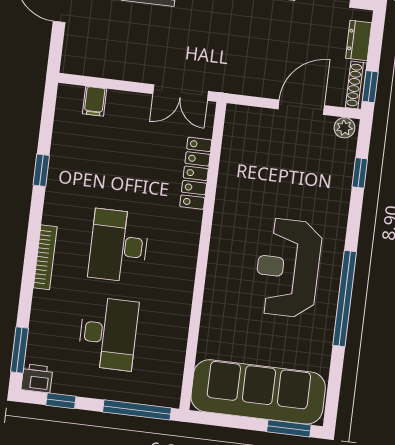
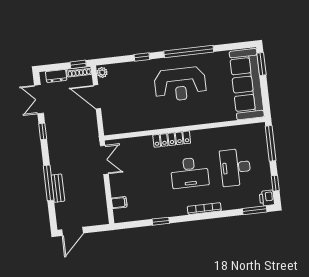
locker: (196, 173) -> (172, 139), moved
window: (360, 173) -> (142, 57), moved
desk: (108, 334) -> (235, 167), turned -90

